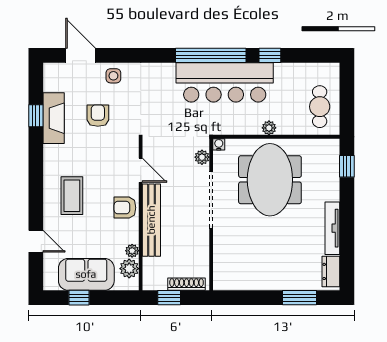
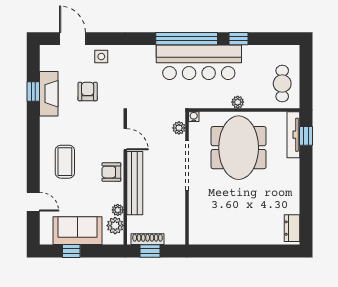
tv unit: (332, 228) -> (293, 135), moved
shoe rack: (187, 284) -> (148, 239), moved
window: (299, 298) -> (264, 251), removed

